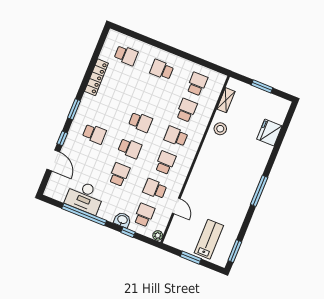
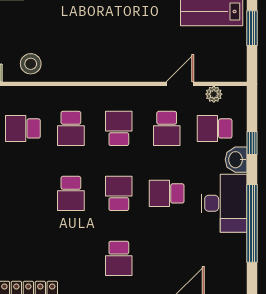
school desk: (140, 122) -> (71, 193), turned 180
school desk: (94, 134) -> (119, 258), turned 180
school desk: (165, 163) -> (119, 128), turned 90
desk: (85, 197) -> (224, 203), moved
plant: (158, 235) -> (214, 94), moved

